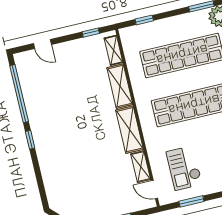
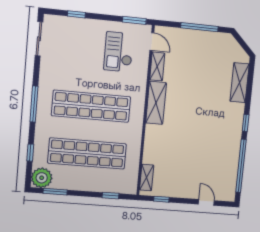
shelving: (120, 86) -> (240, 83), moved
checkout: (184, 168) -> (119, 52), turned 180
window: (191, 201) -> (134, 20), moved

